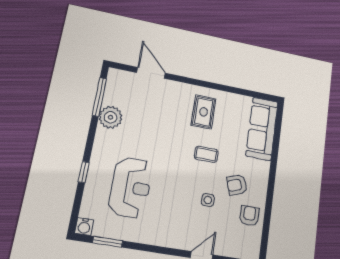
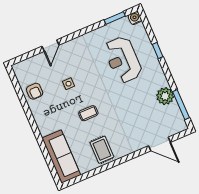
rug: (204, 112) -> (102, 150), moved
armchair: (237, 185) -> (55, 106), removed

